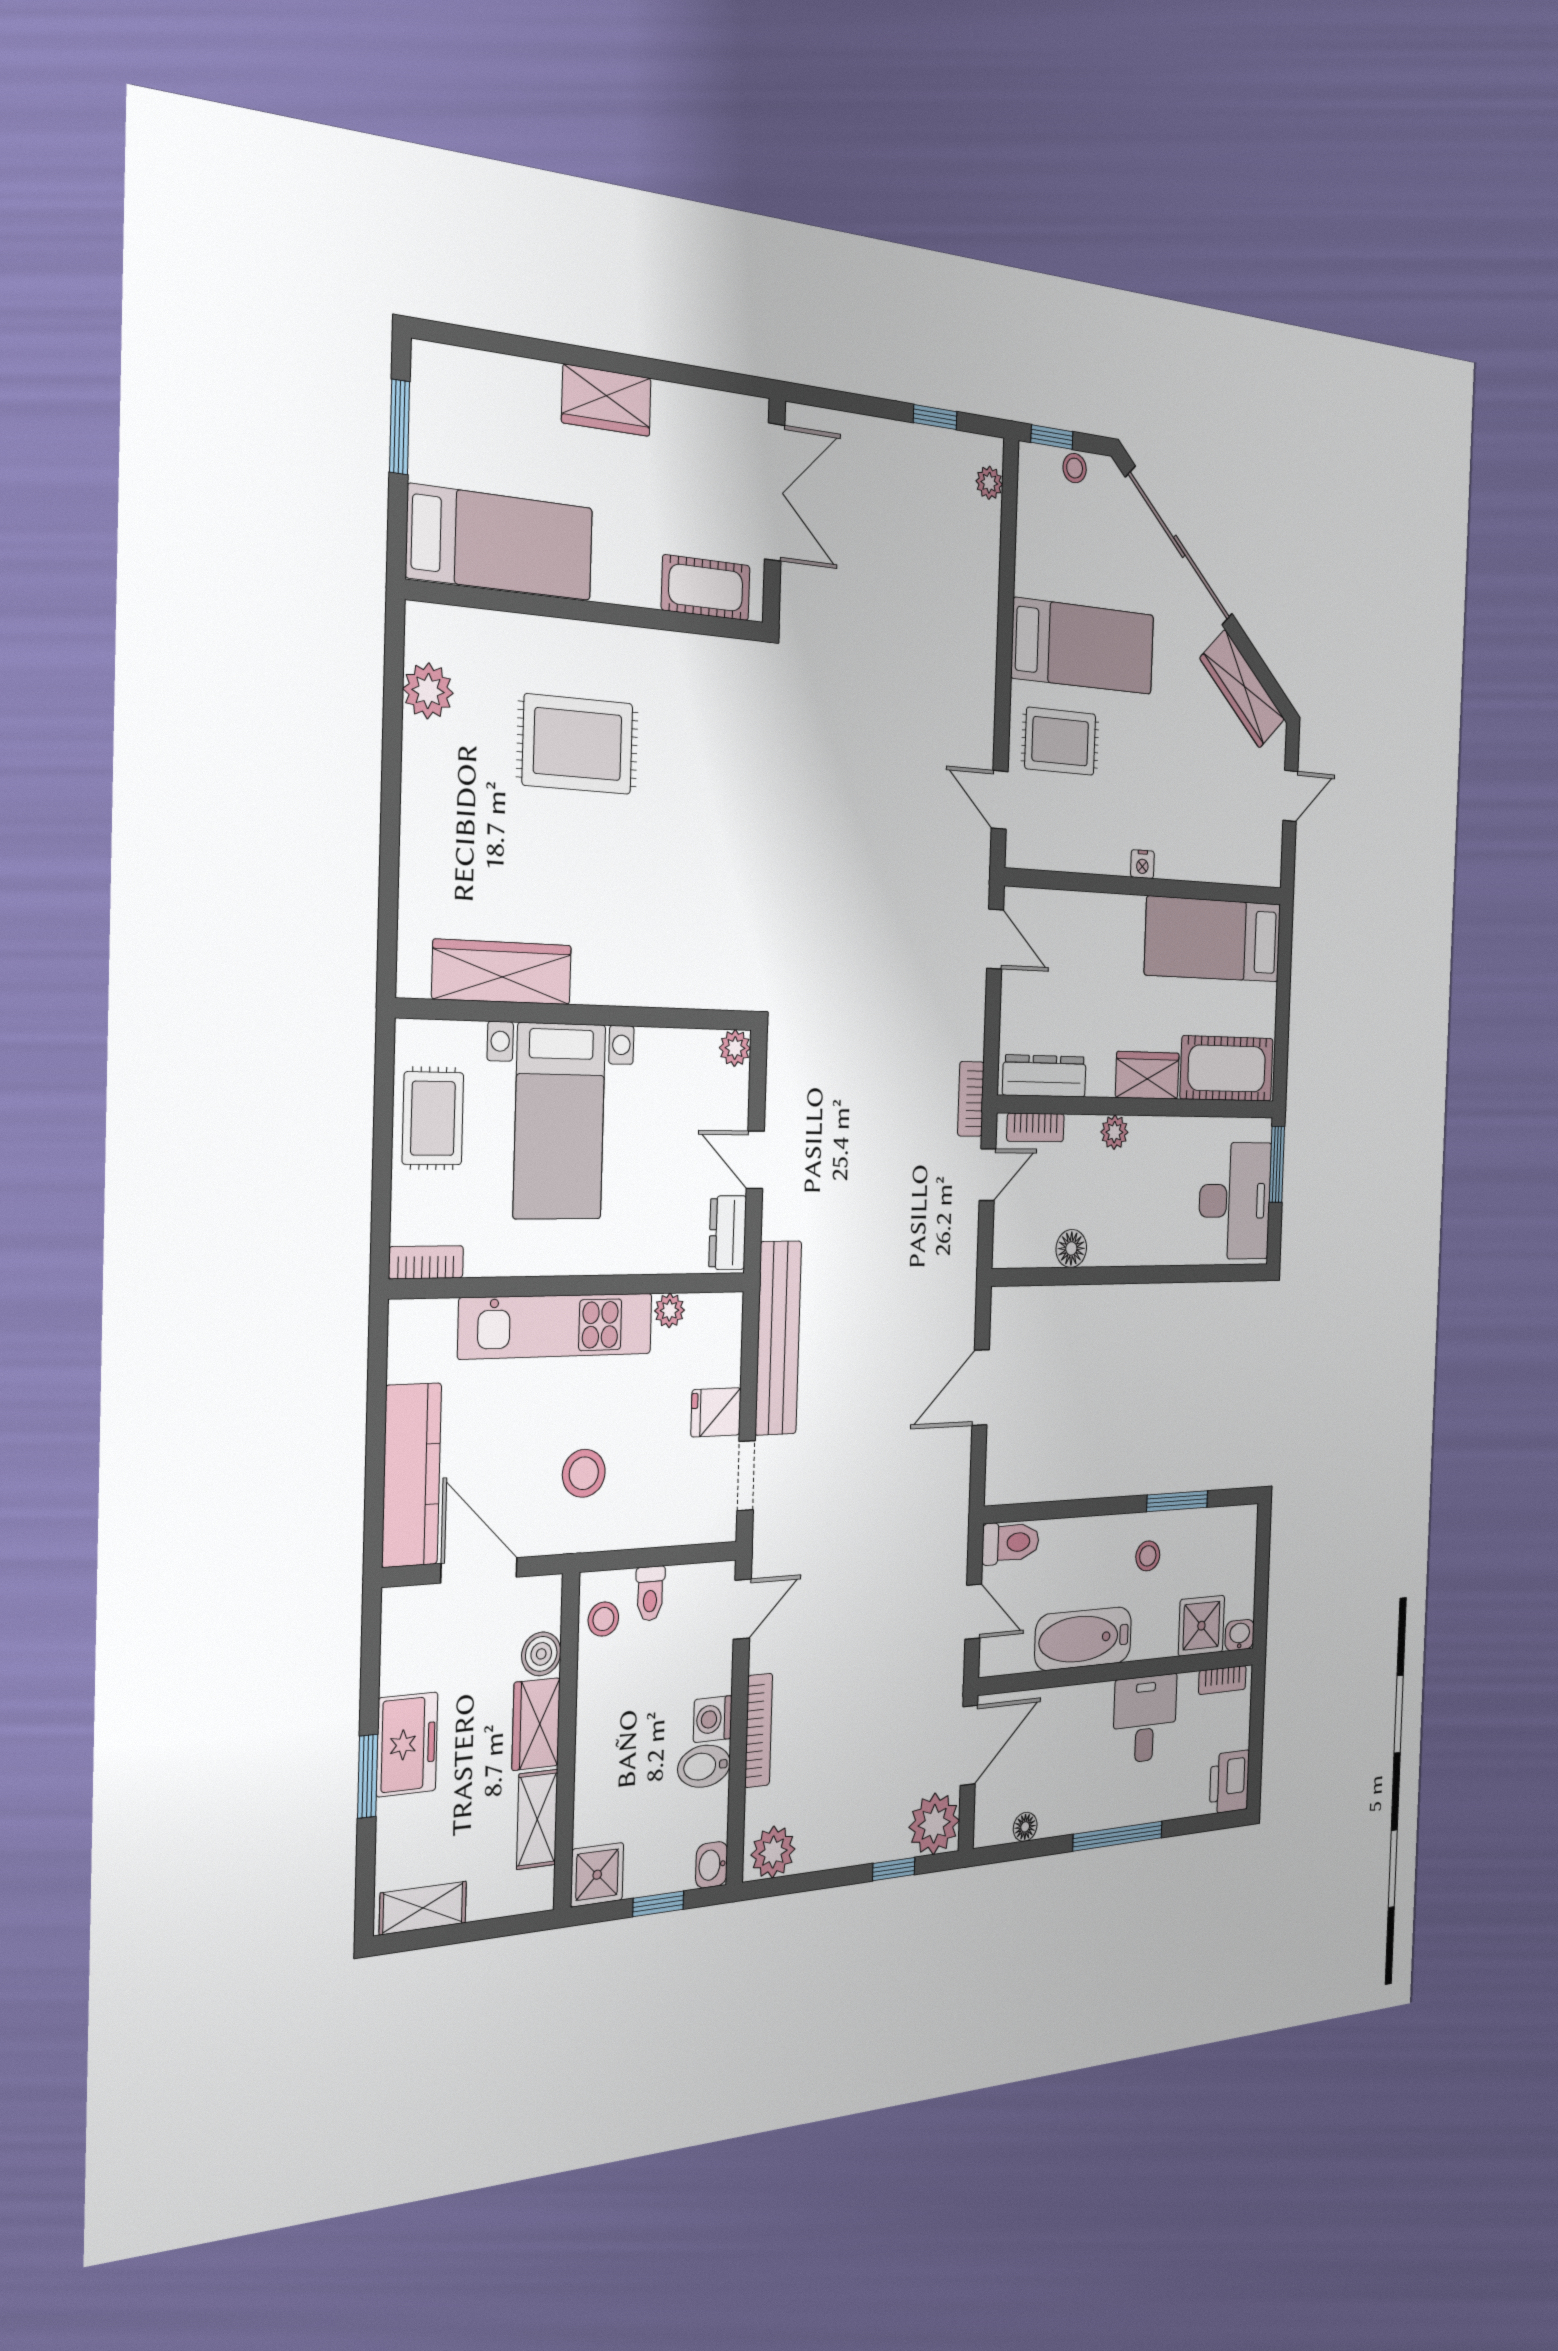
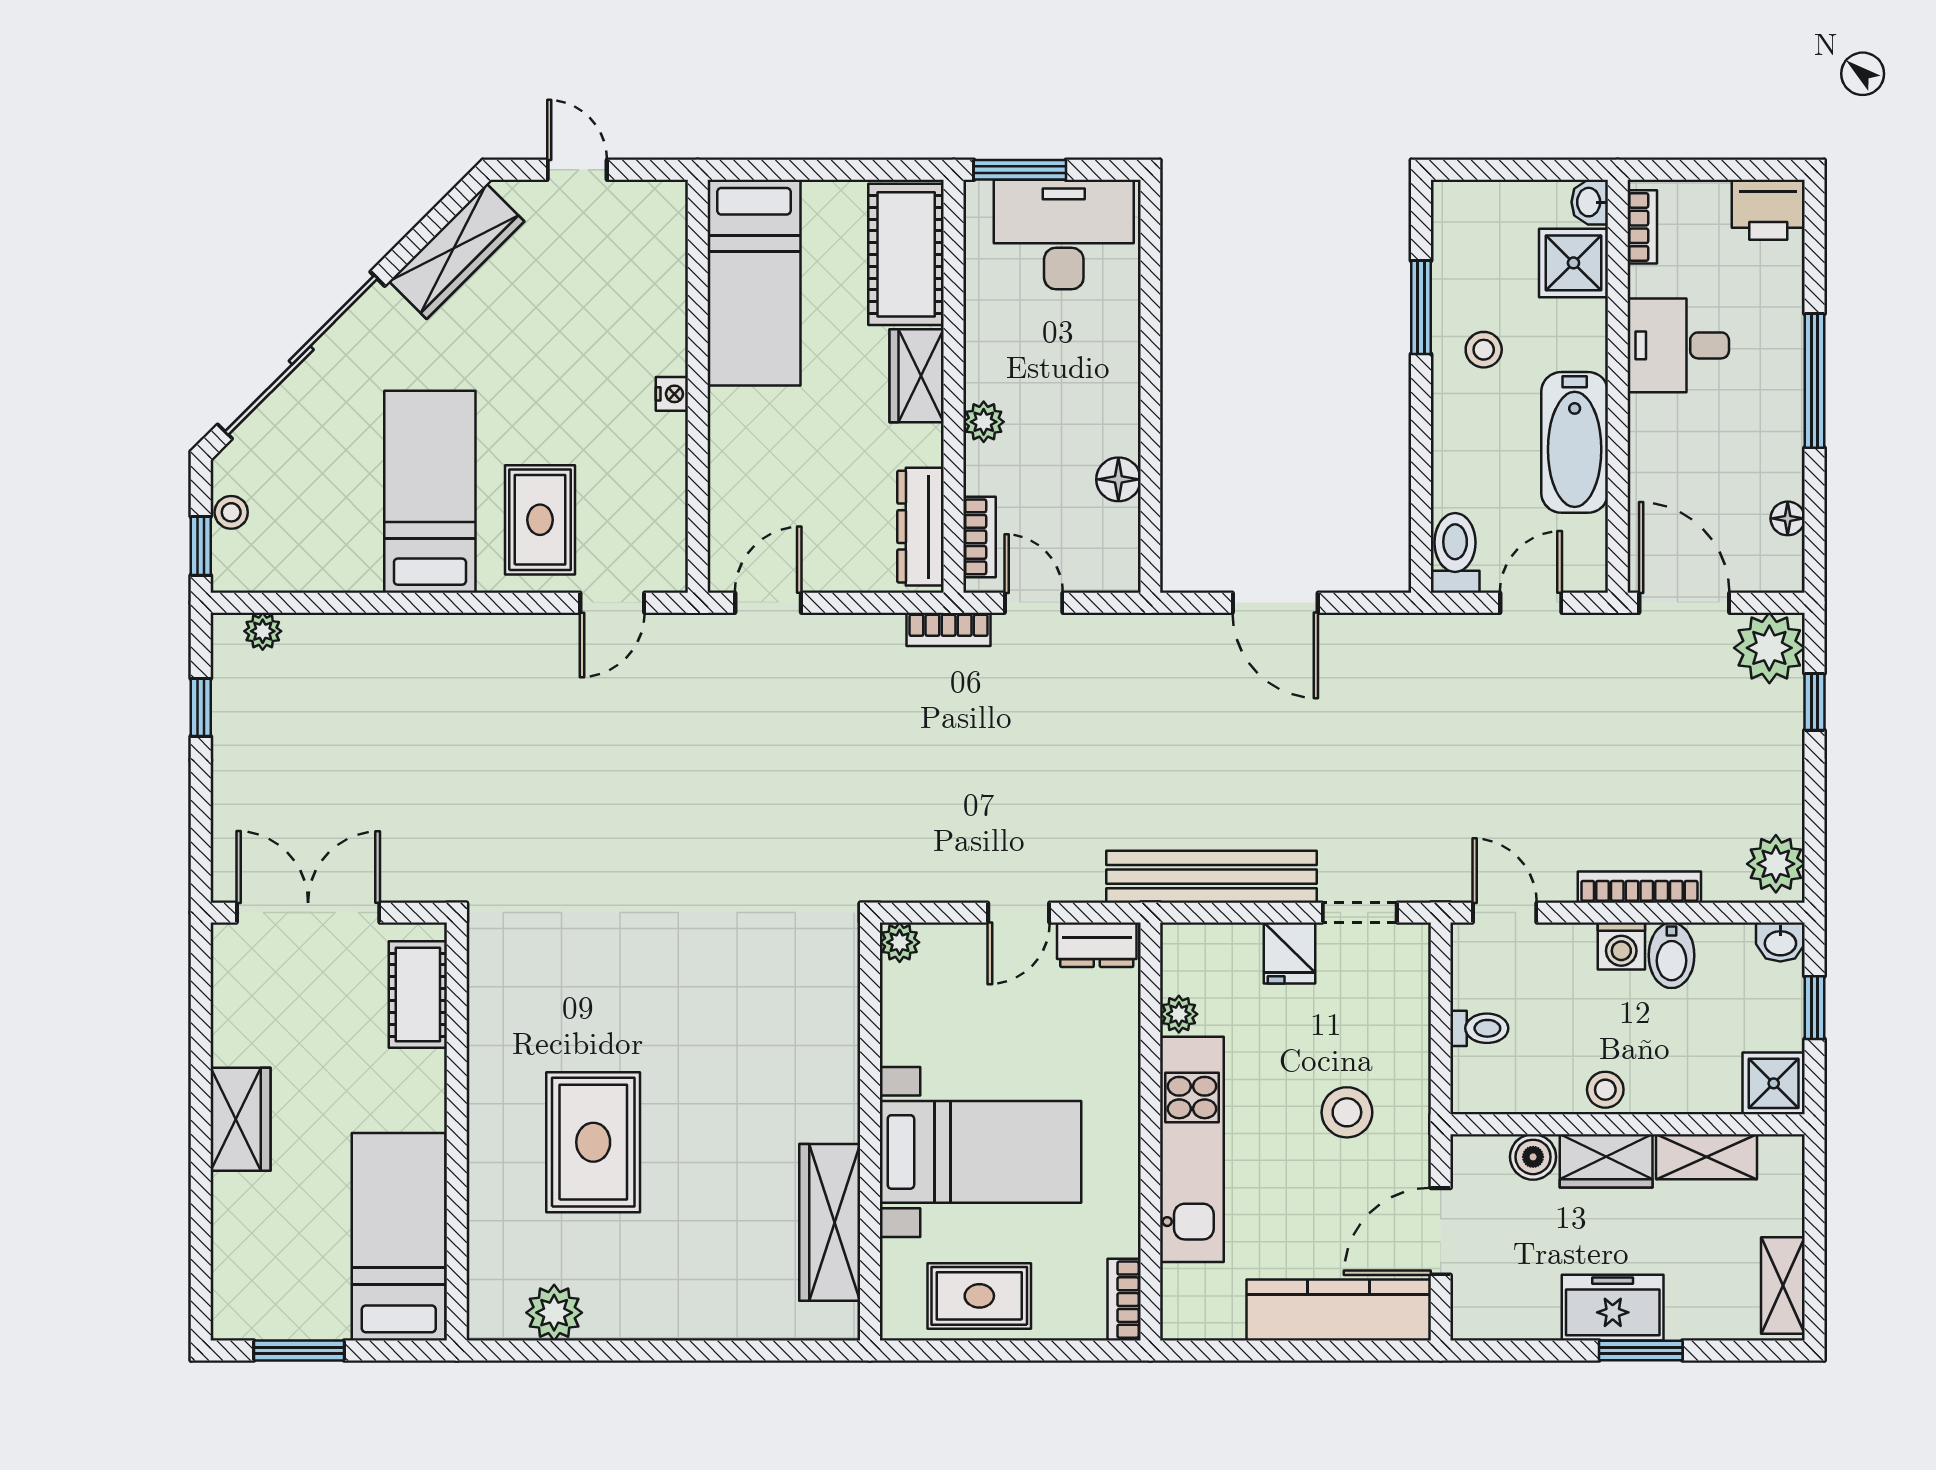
stool: (603, 1619) -> (1605, 1090), moved

